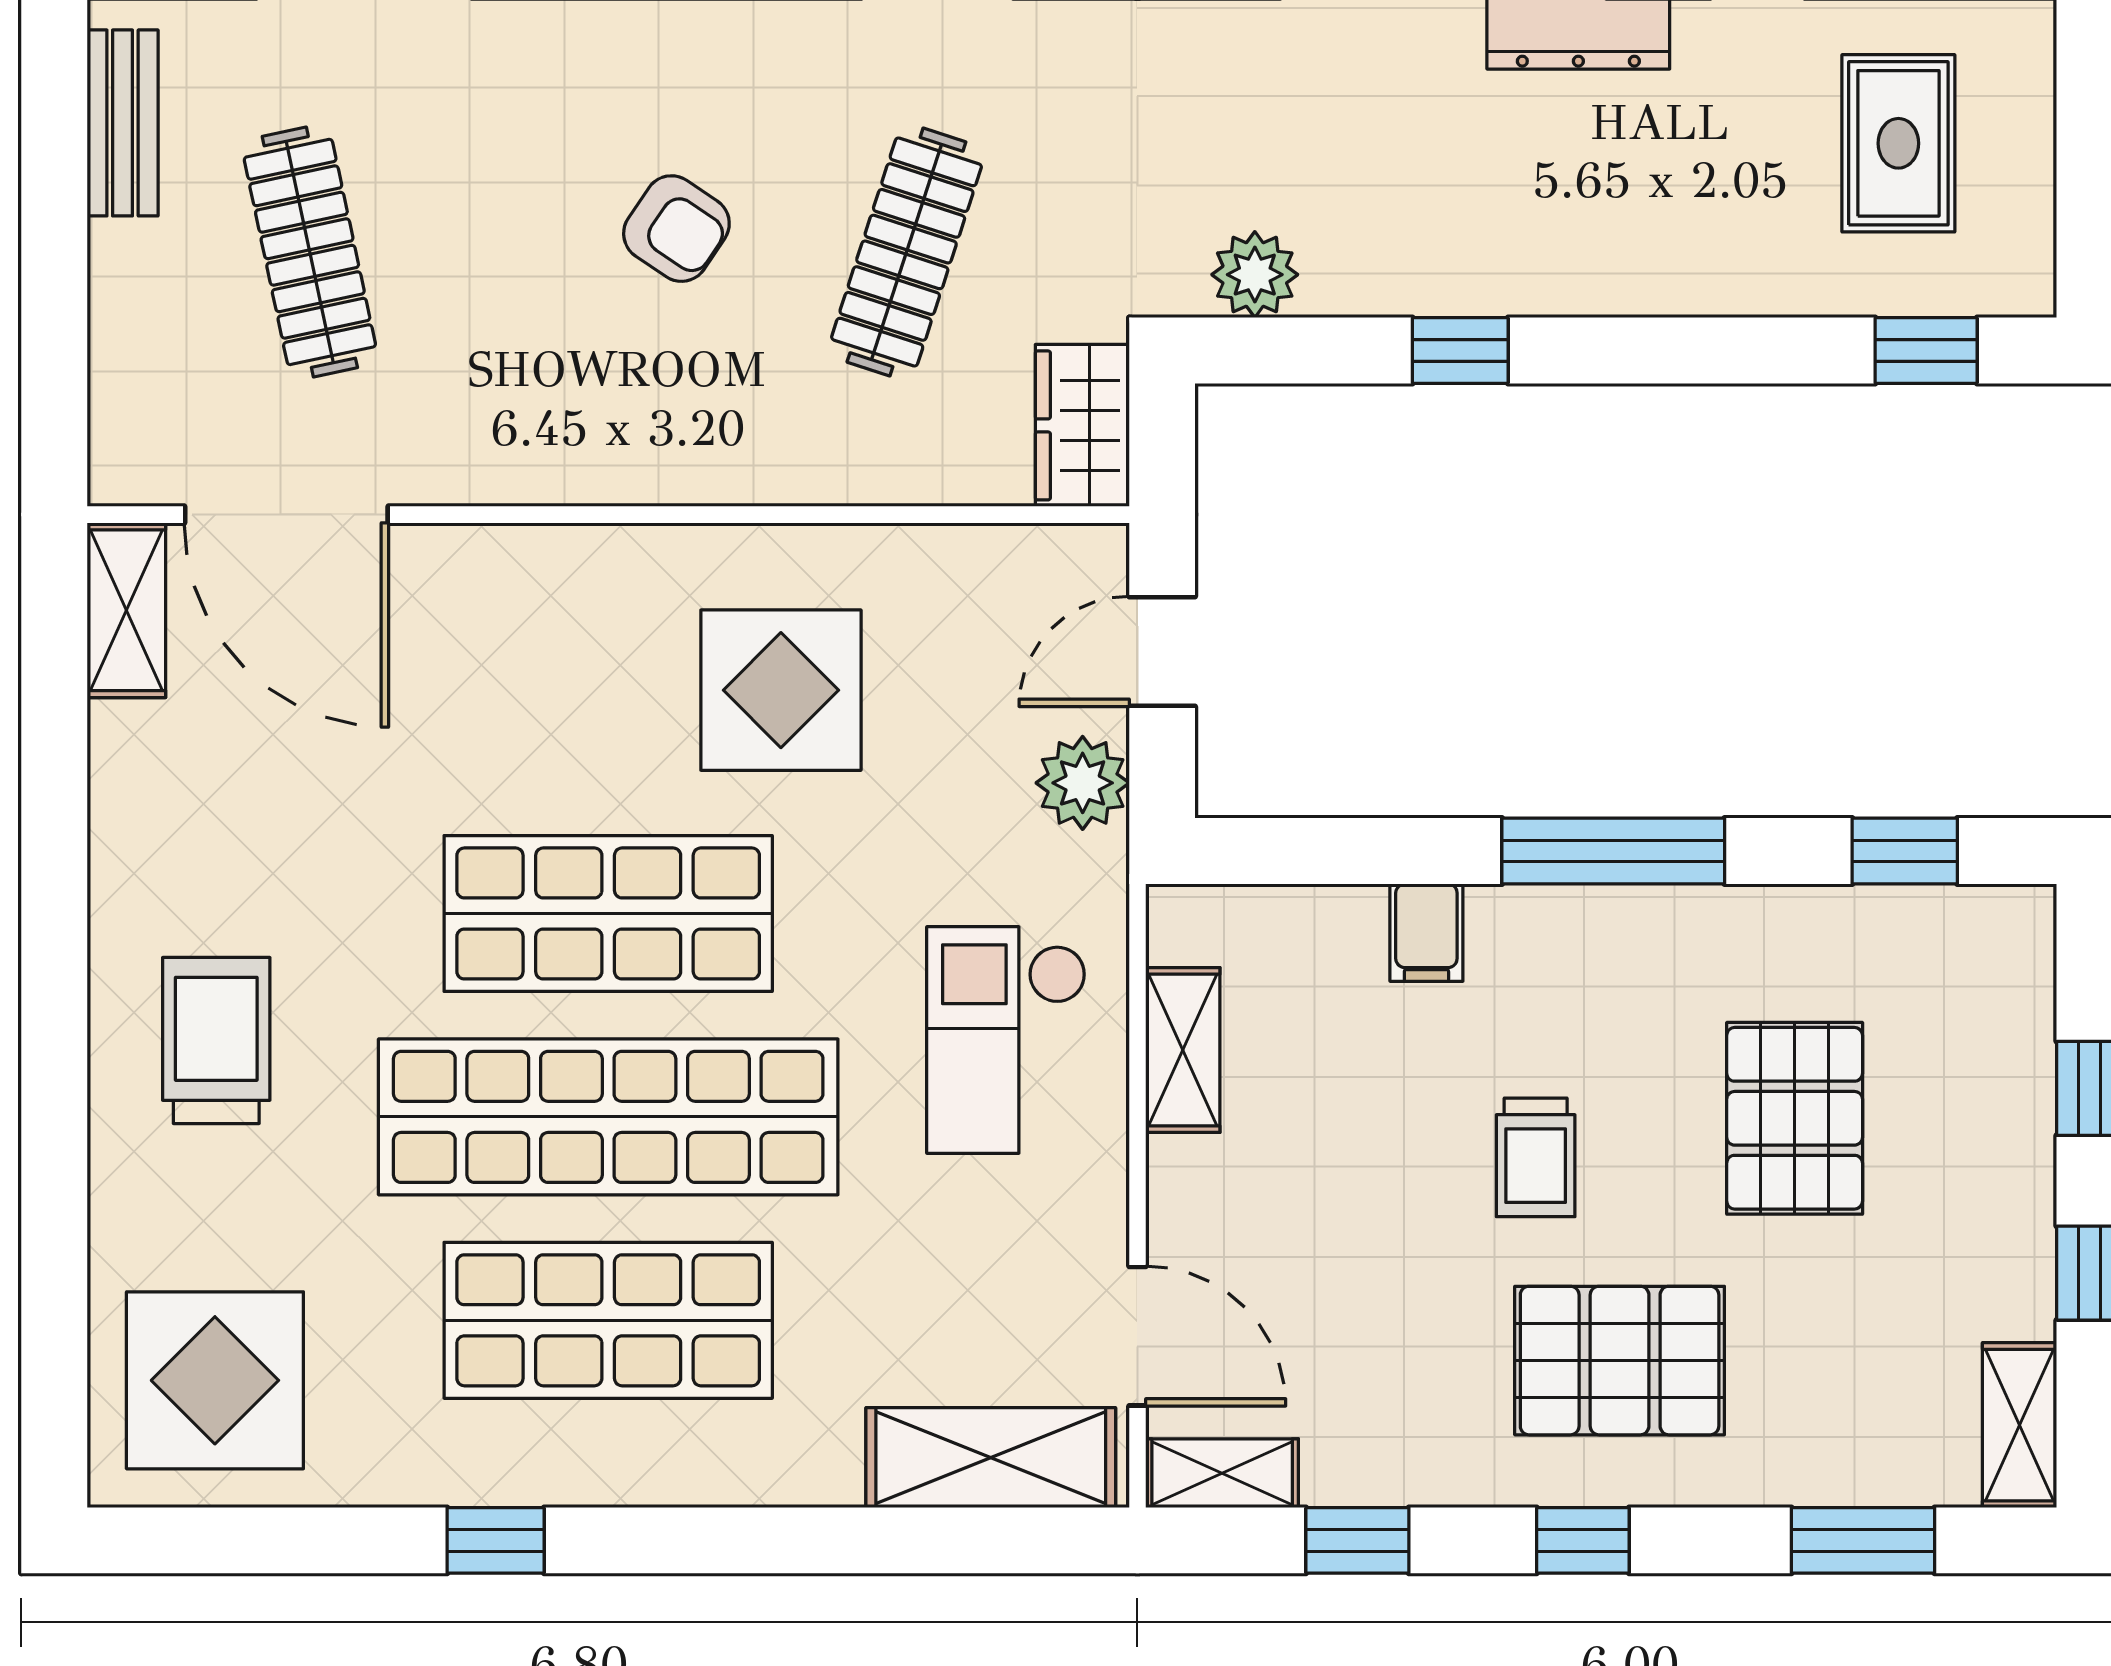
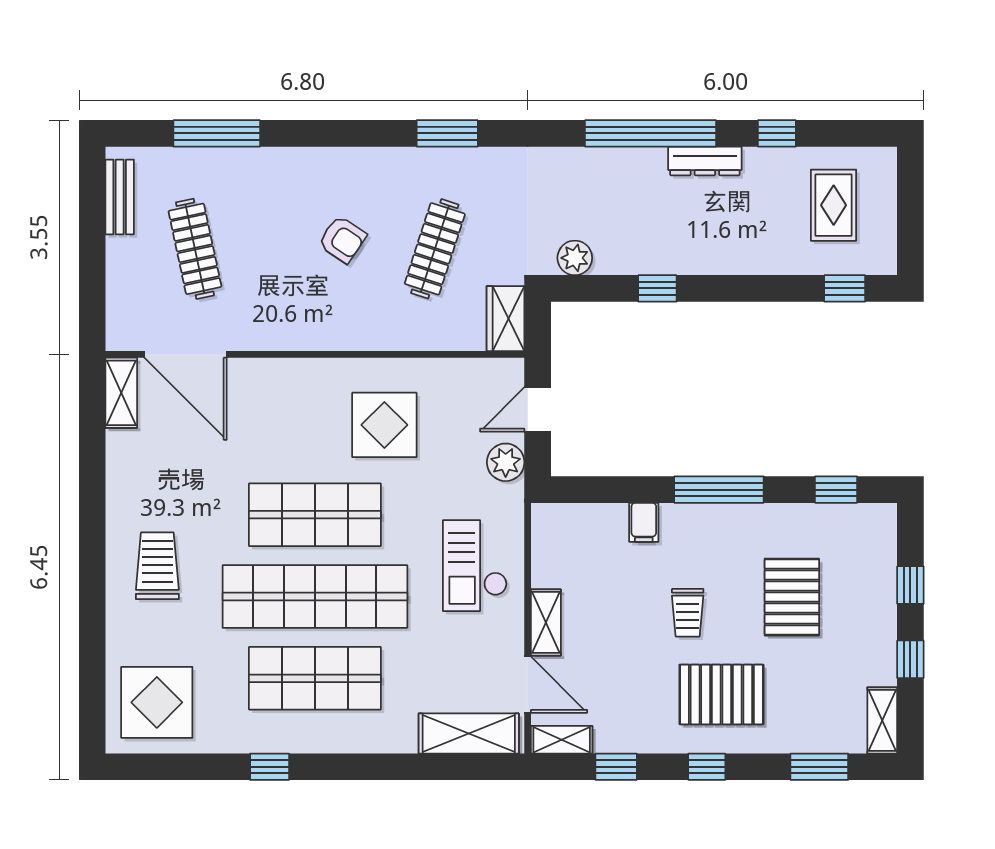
shelving: (1183, 1050) -> (546, 622), moved

